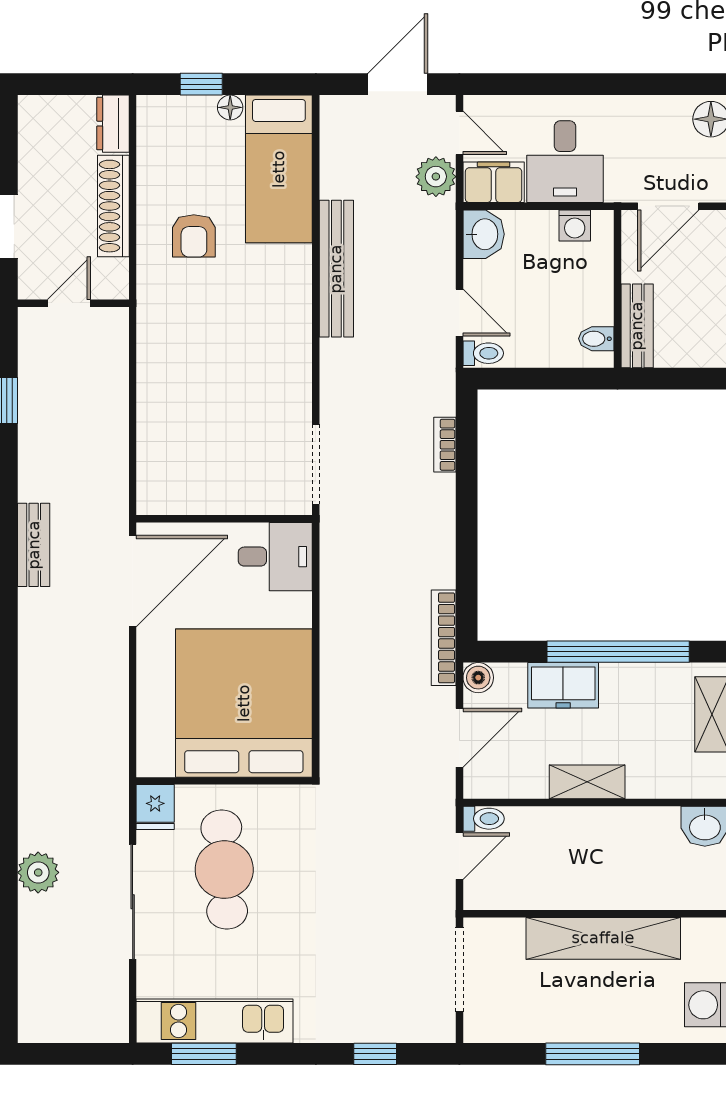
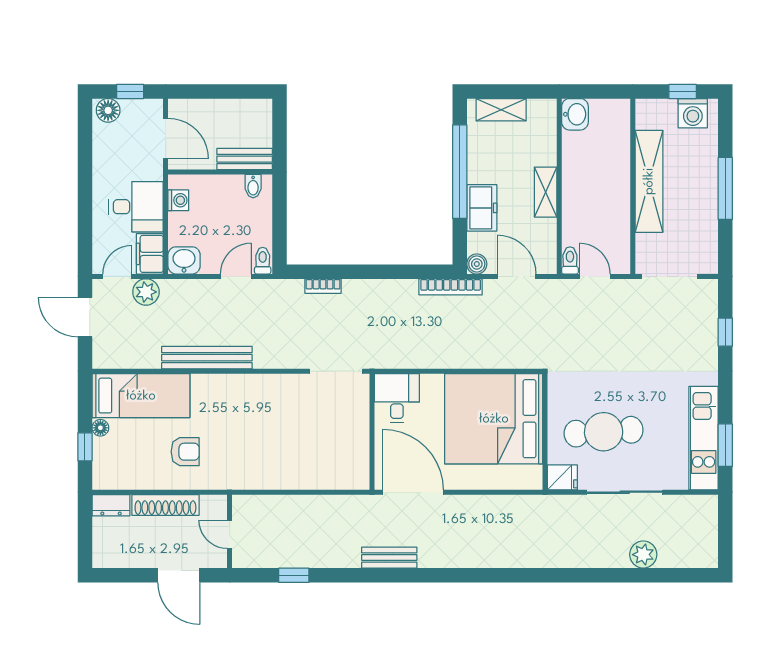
plant: (38, 872) -> (643, 555), moved

